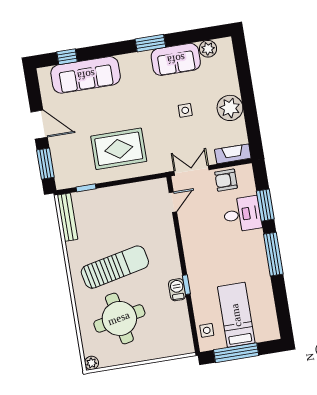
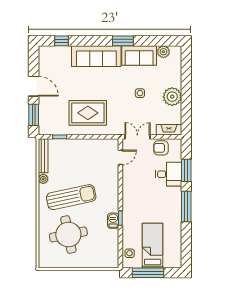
sofa: (86, 75) -> (96, 56), moved
plant: (92, 363) -> (43, 179), moved

